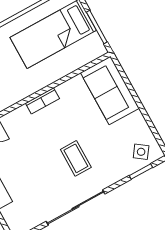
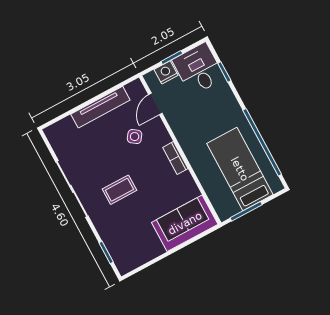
side table: (141, 152) -> (135, 137), moved

